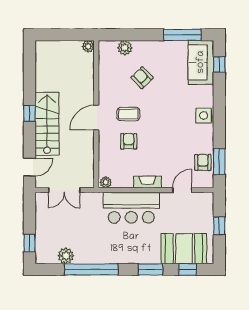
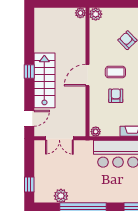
plant: (125, 48) -> (96, 14), moved

